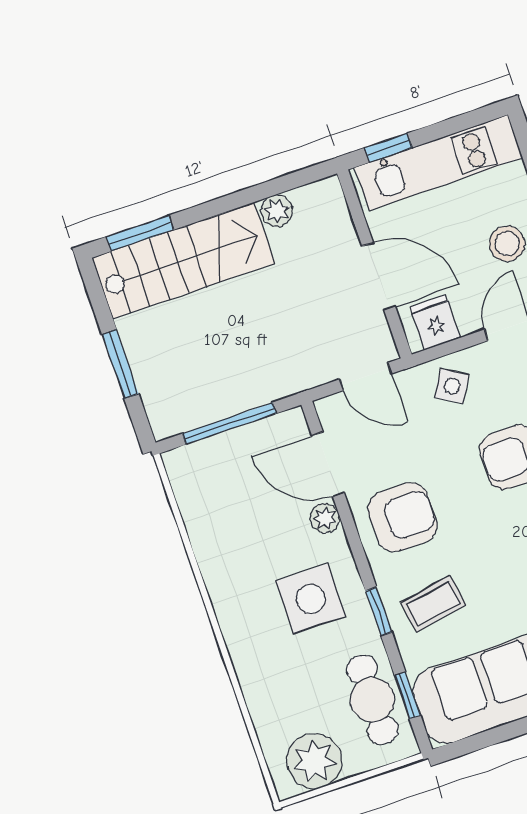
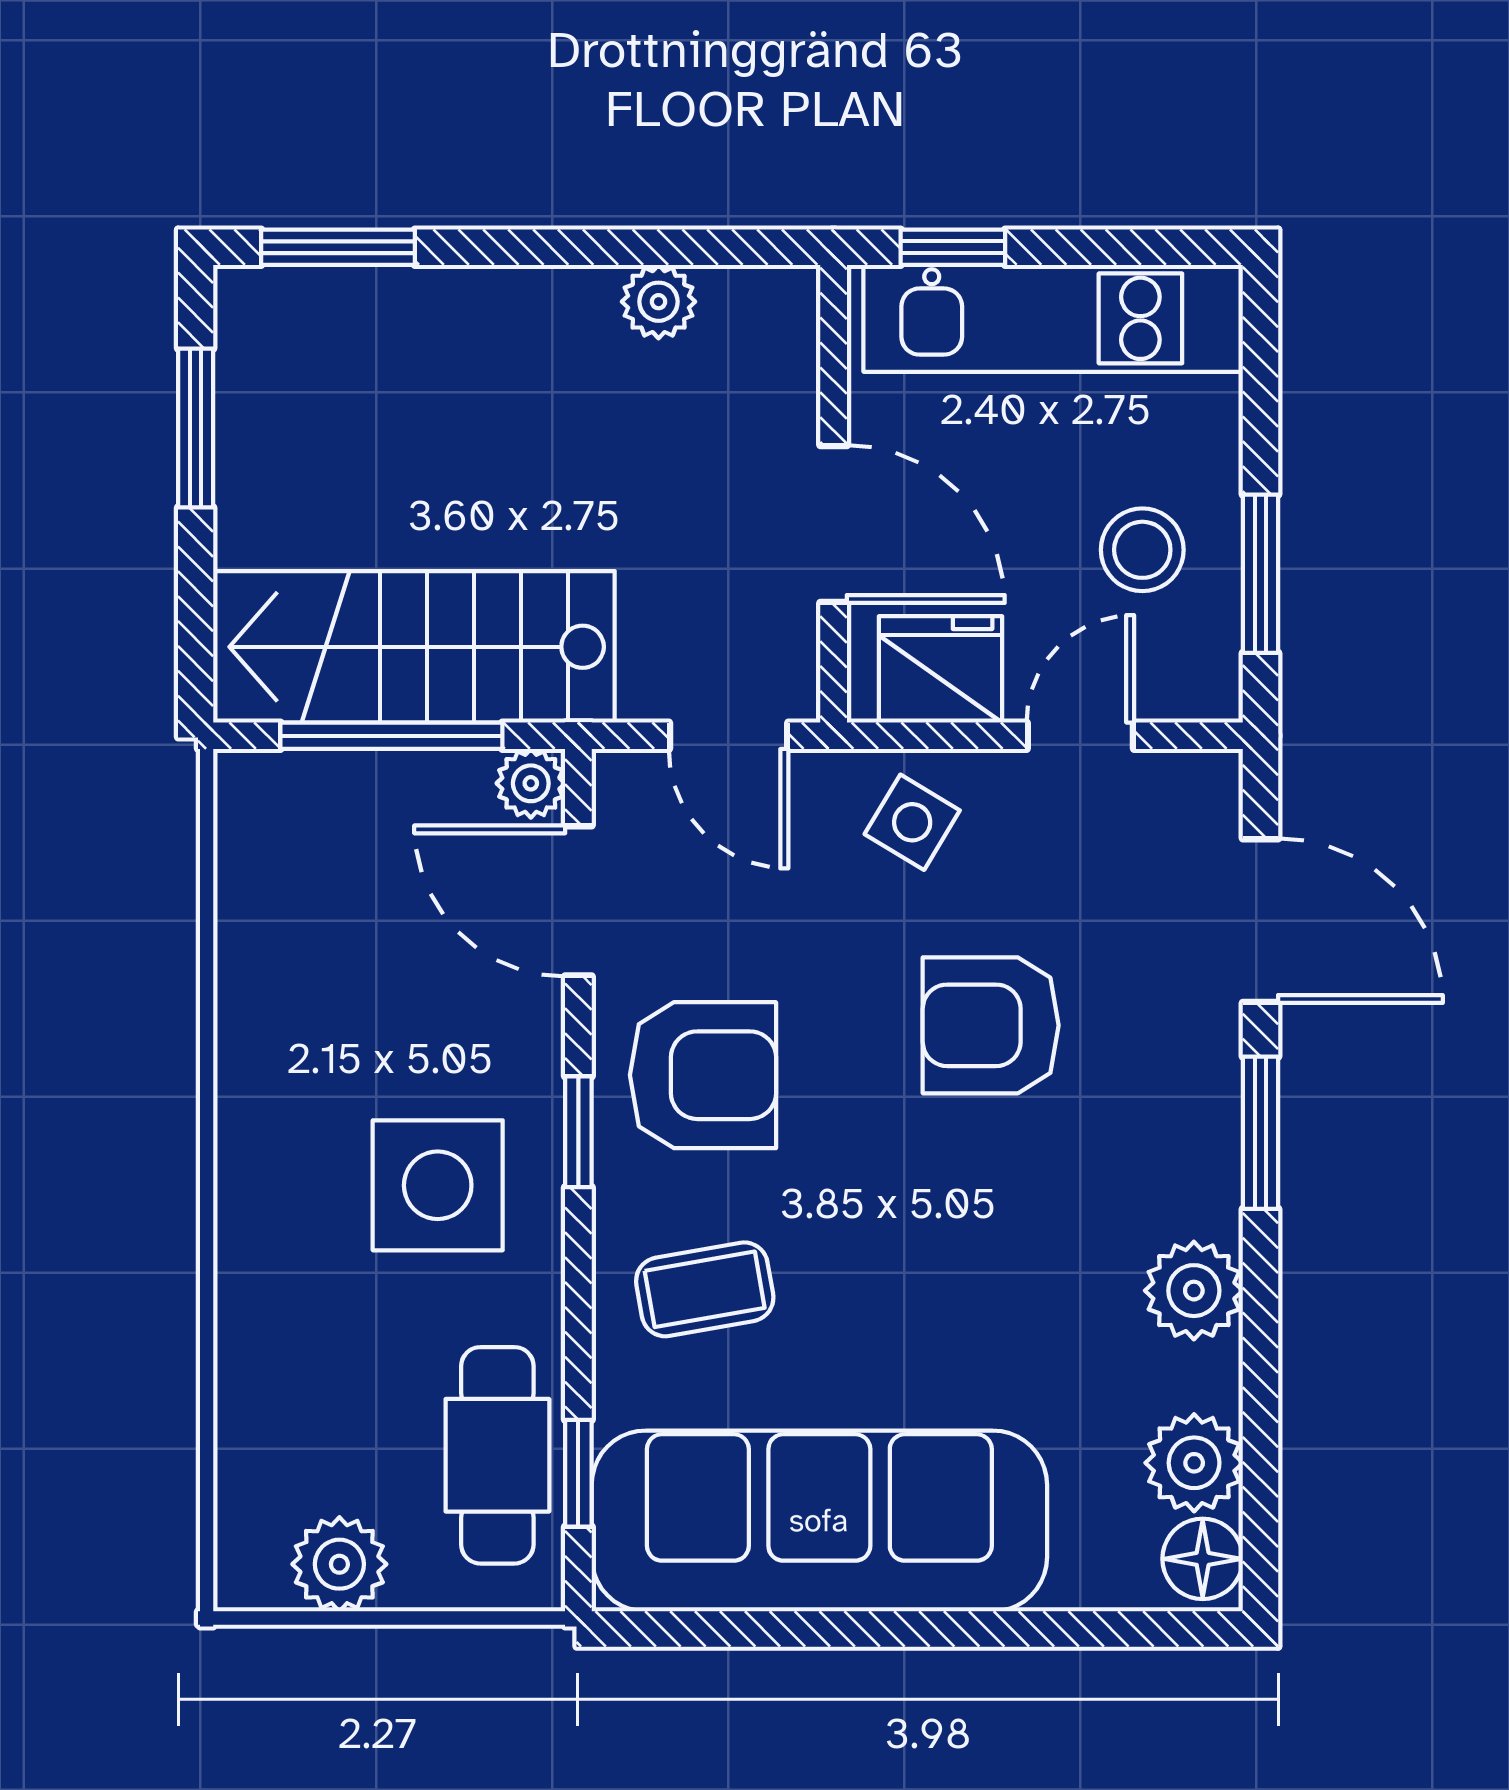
stairs: (183, 261) -> (414, 647), moved, turned 180
fridge: (435, 323) -> (940, 669), width x1.38
window: (120, 364) -> (196, 428), moved
plant: (325, 518) -> (531, 783), moved
window: (379, 611) -> (578, 1132), moved
plant: (314, 761) -> (339, 1564), width x0.73, depth x0.73

